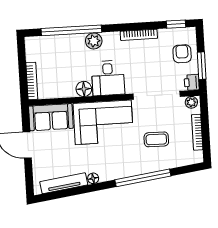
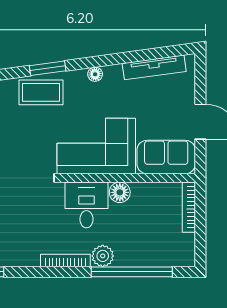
bookcase: (139, 35) -> (65, 260), moved
coffee table: (156, 139) -> (41, 92), moved, width x1.36, depth x1.30
floor lamp: (93, 178) -> (95, 74), moved
window: (143, 178) -> (48, 68), width x0.47

